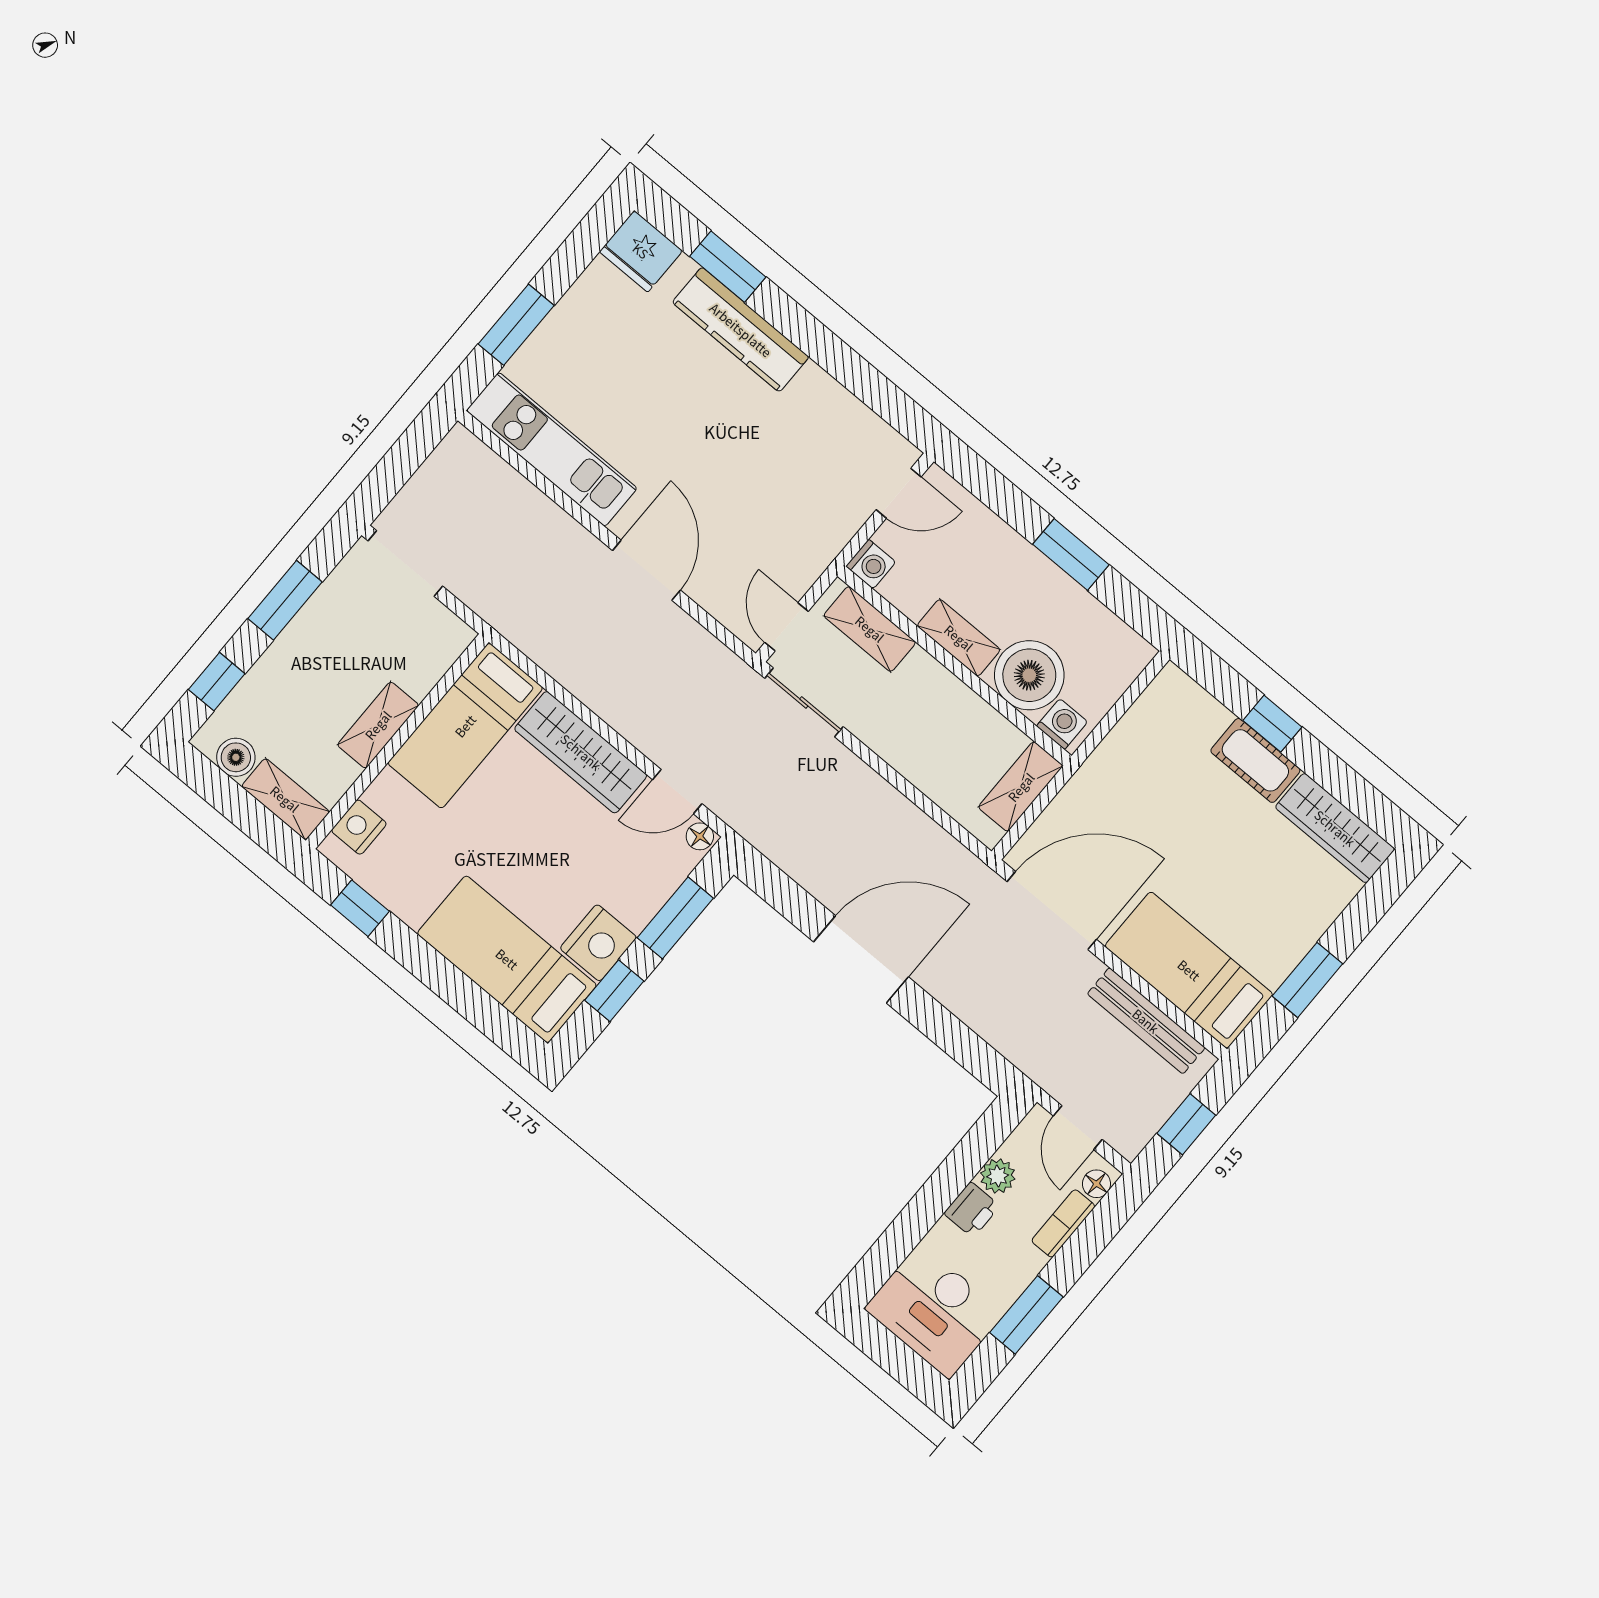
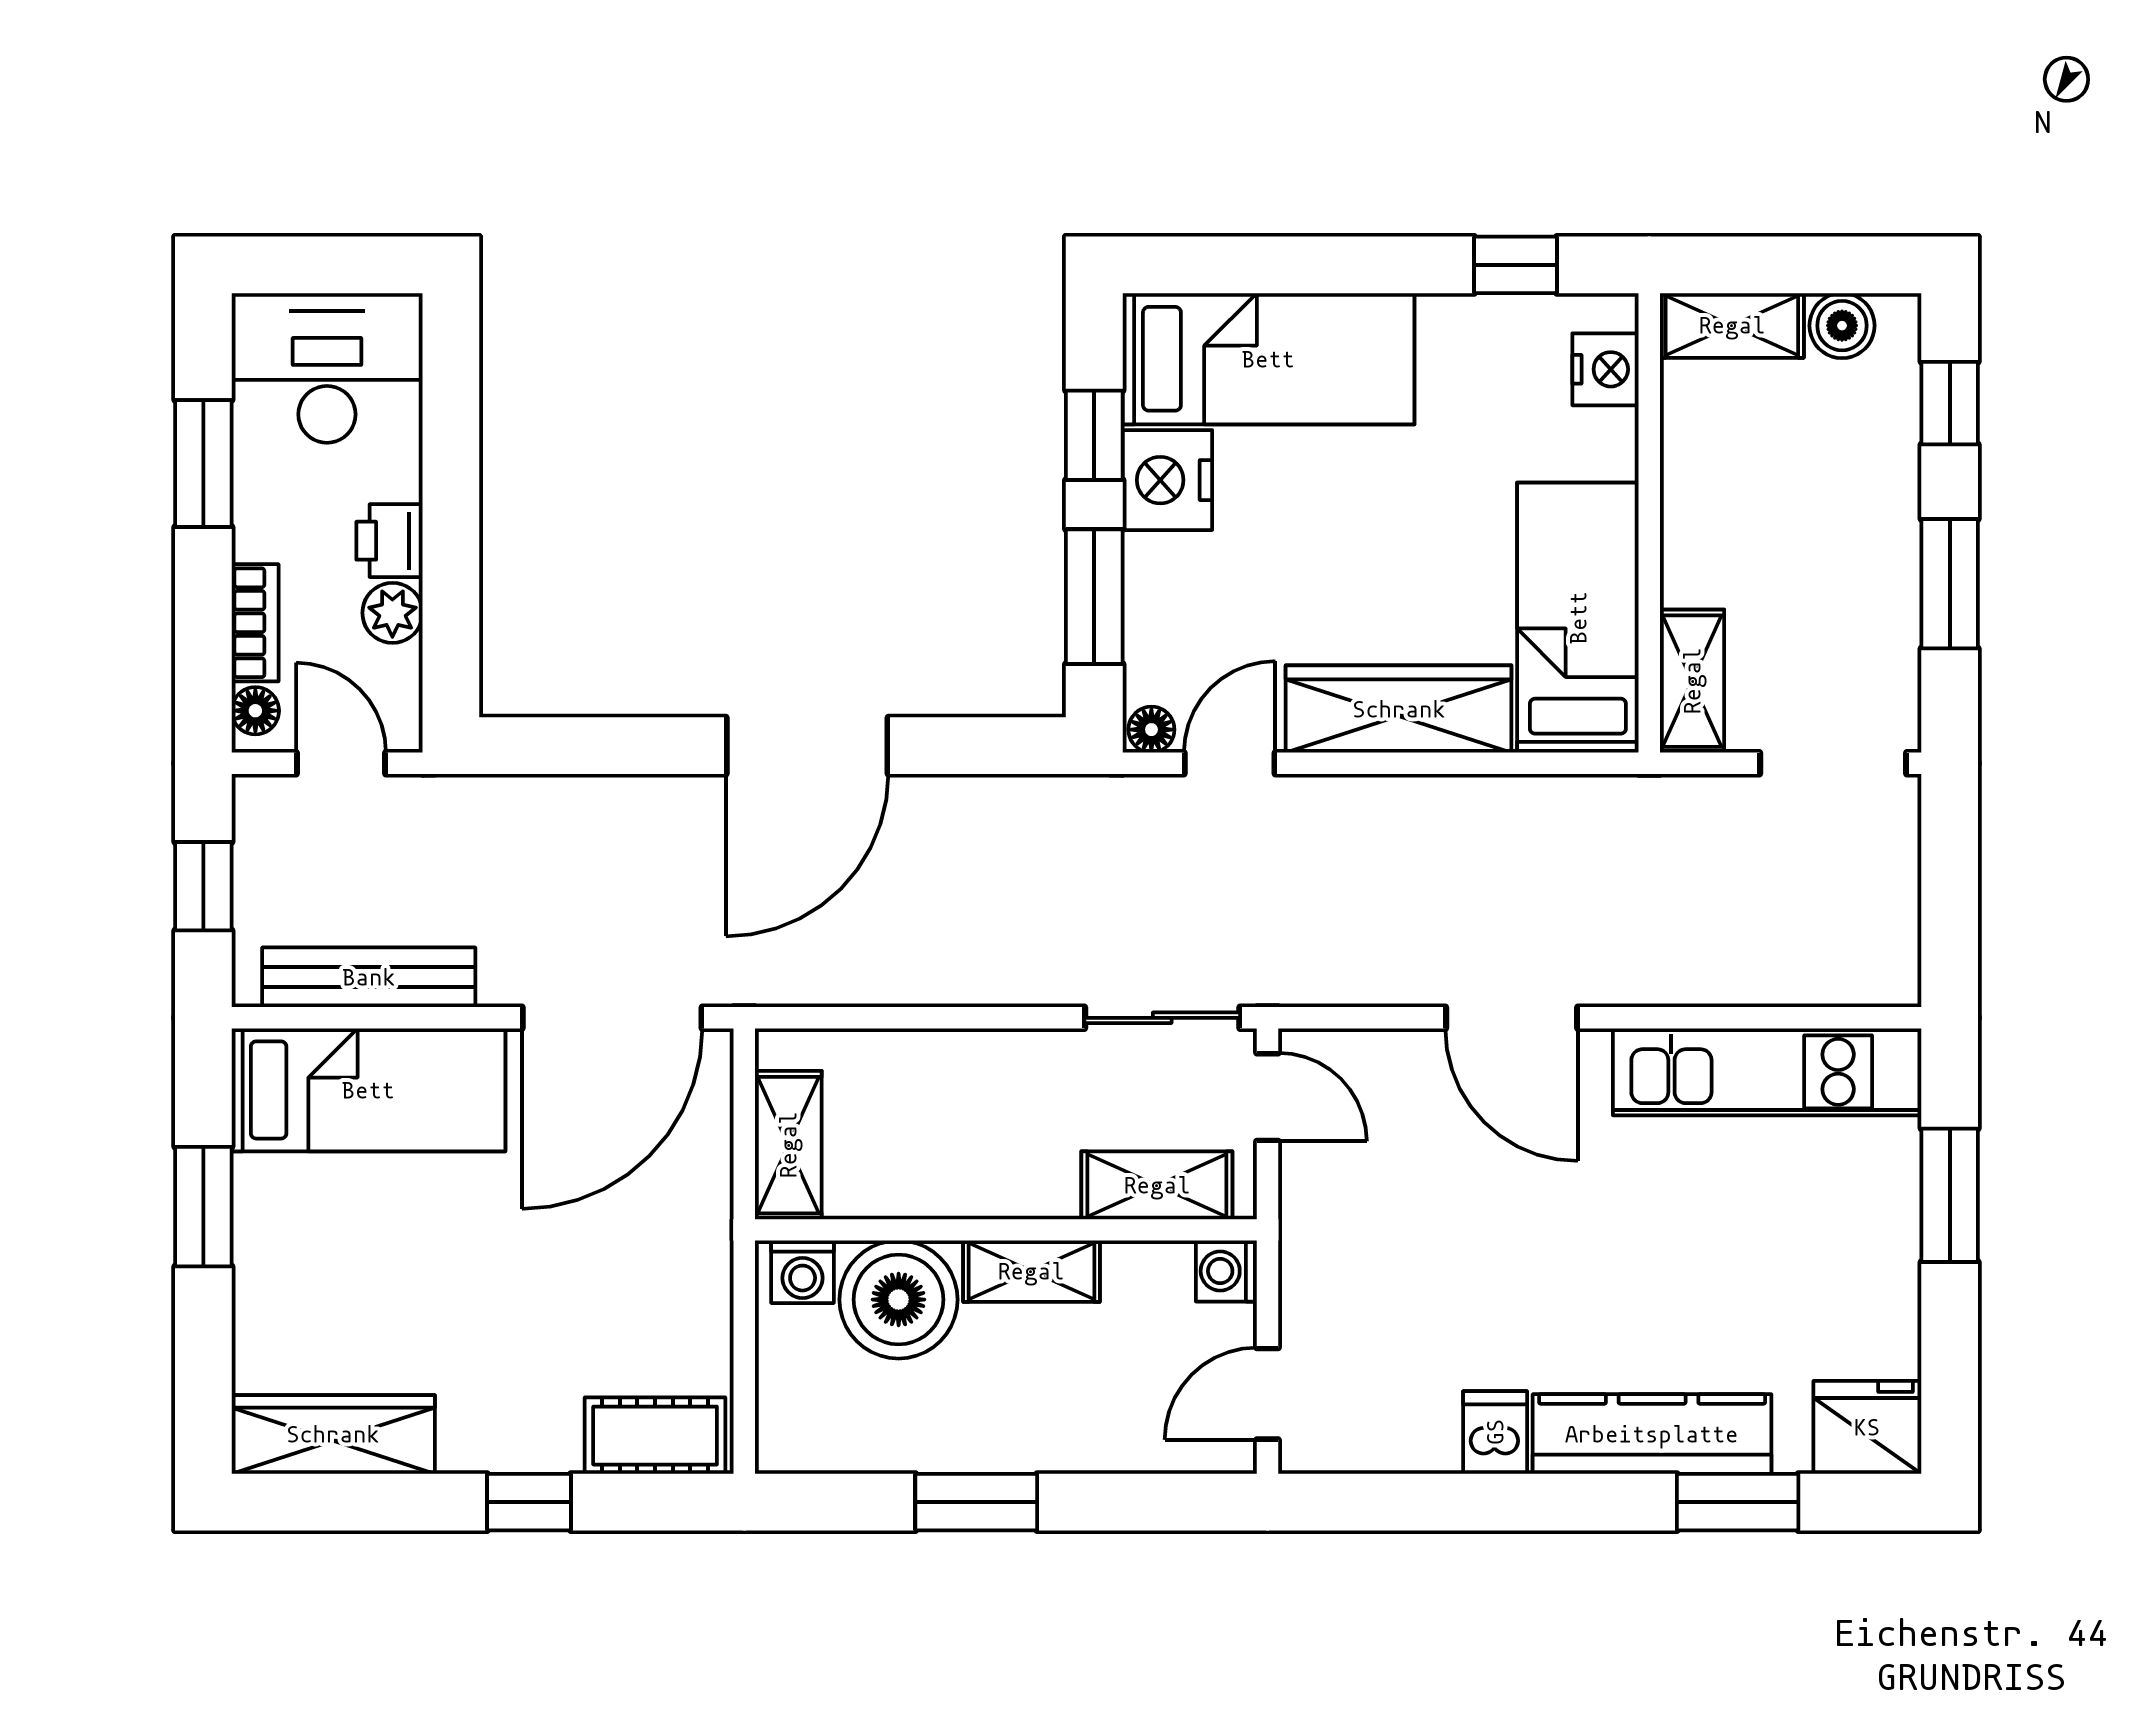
dishwasher: (811, 390) -> (1495, 1432), added
shelving: (378, 725) -> (1692, 681), moved
cot: (1255, 760) -> (655, 1436), moved

